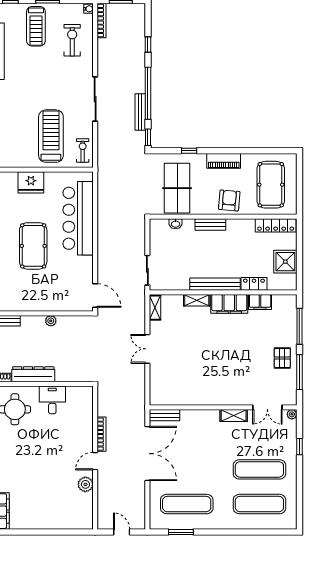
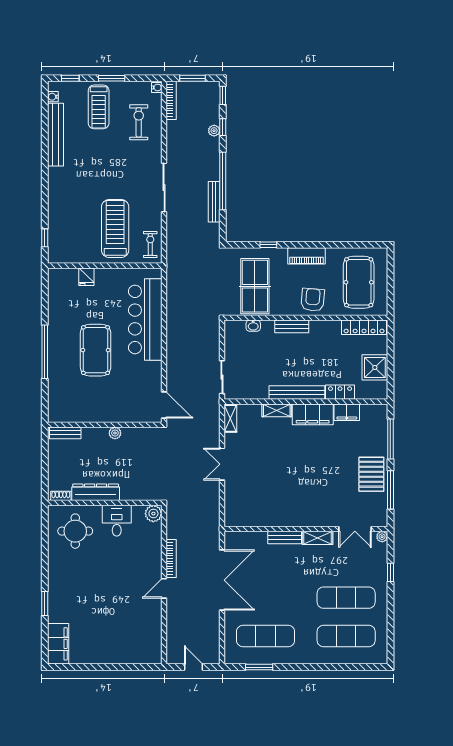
plant: (140, 48) -> (214, 131), added
window: (148, 137) -> (223, 95), moved
fridge: (31, 182) -> (86, 277), width x0.53, depth x0.75
pallet: (282, 358) -> (371, 474), width x1.50, depth x1.42
bench: (164, 415) -> (285, 538), moved
plant: (85, 484) -> (153, 514), moved

